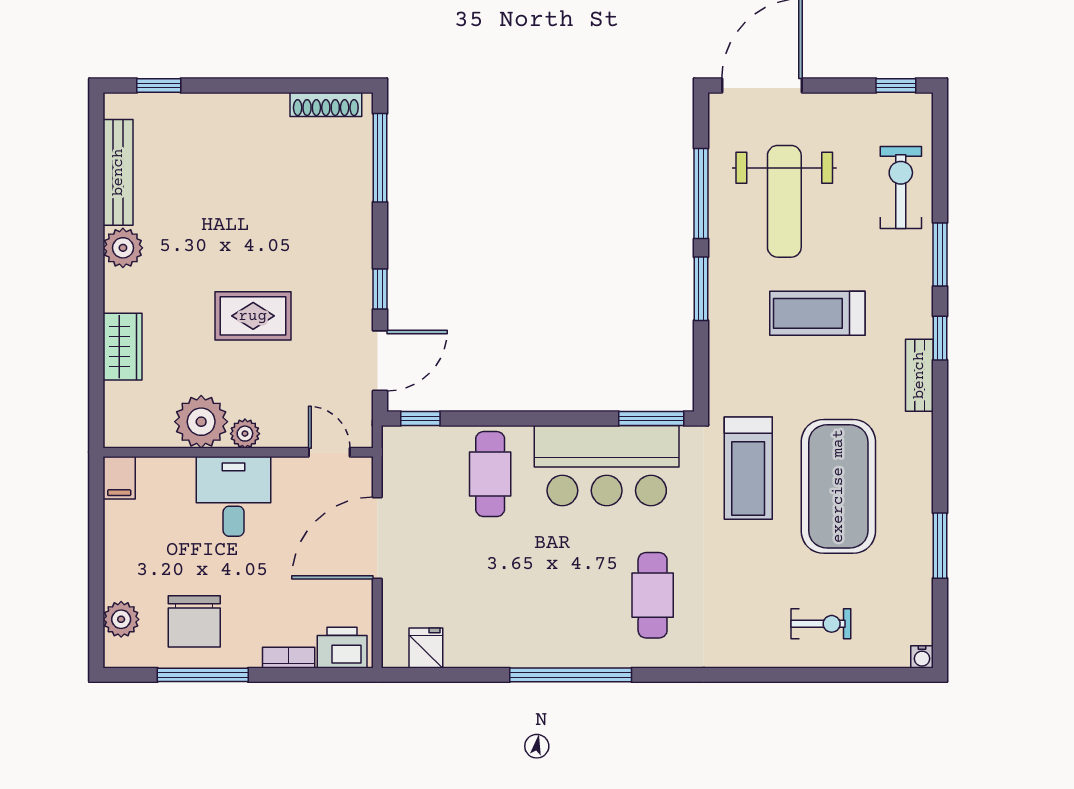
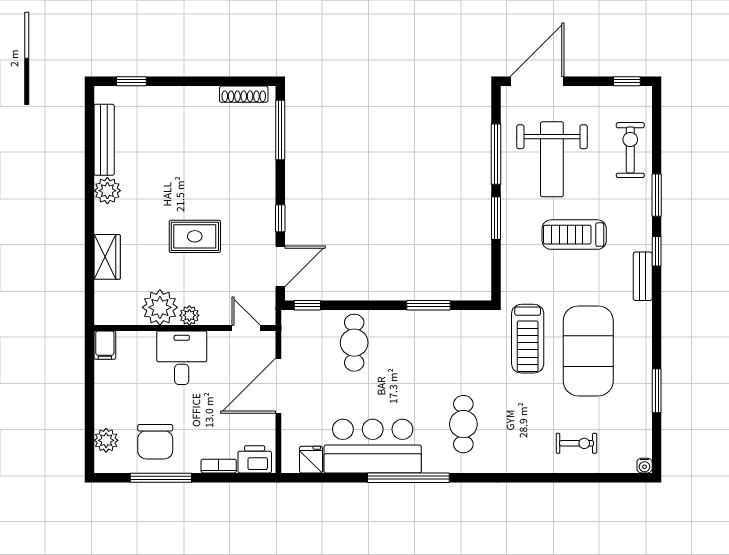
window: (651, 419) -> (429, 305), moved
bar counter: (607, 466) -> (373, 446), moved, turned 180

